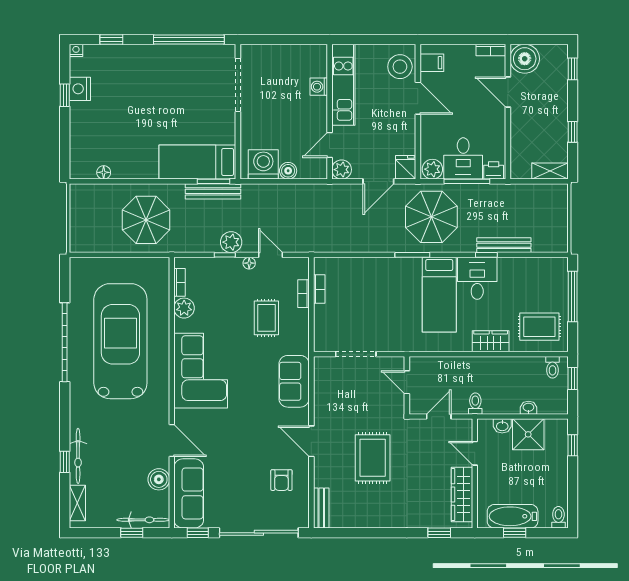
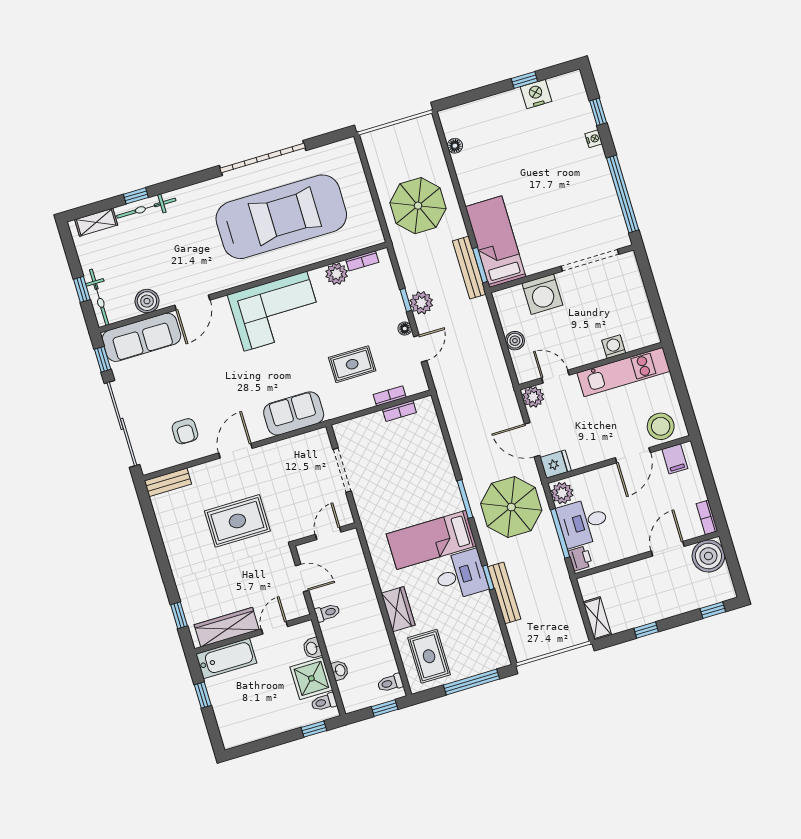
nightstand: (76, 50) -> (594, 139), moved
washing machine: (263, 164) -> (542, 294), moved, turned 90
armchair: (281, 480) -> (185, 431), turned -90
bathtub: (513, 516) -> (226, 658), moved, turned 90
toilet: (558, 517) -> (324, 702), moved, turned 180

